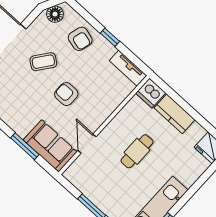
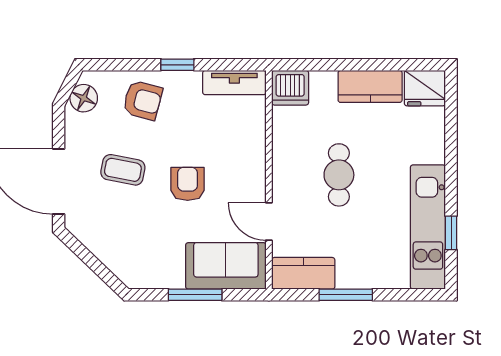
coffee table: (43, 62) -> (123, 170), turned 64
armchair: (66, 94) -> (188, 184), turned 90
kitchen counter: (175, 114) -> (370, 86), moved
kitchen counter: (81, 180) -> (303, 273), added

